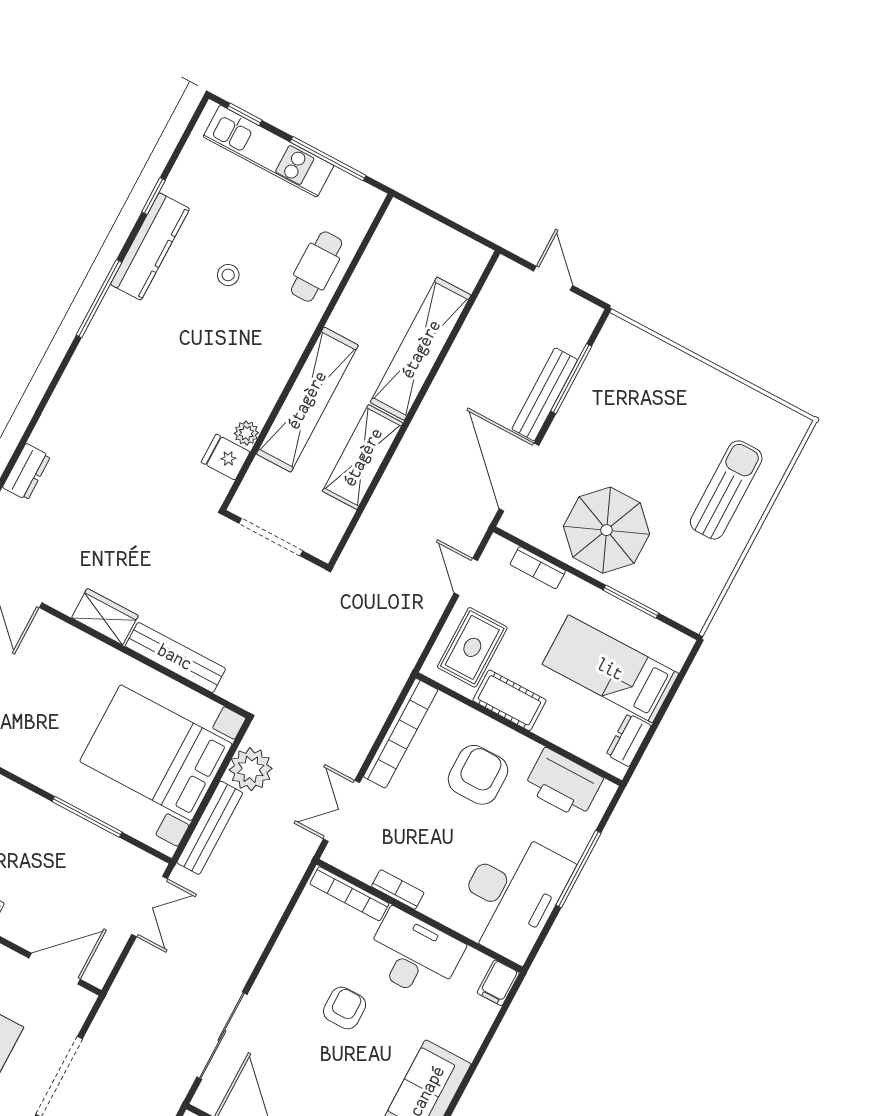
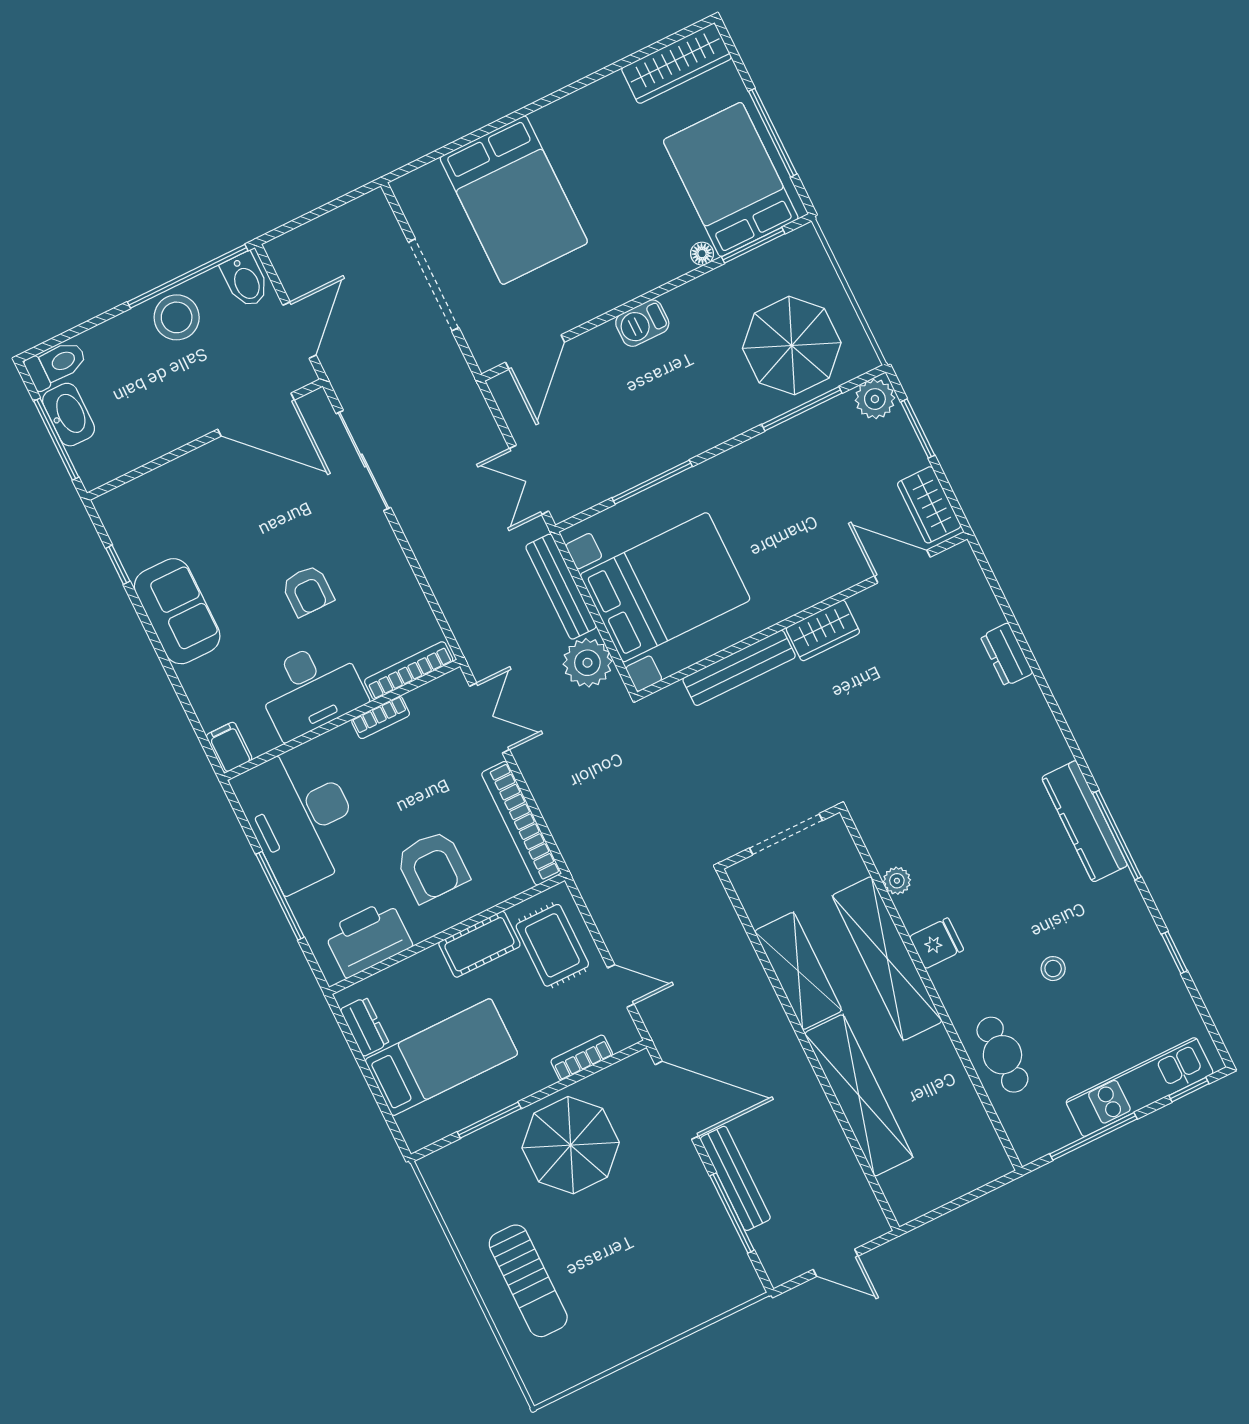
kitchen counter: (150, 246) -> (1084, 821), moved
fridge: (226, 457) -> (936, 943), moved

